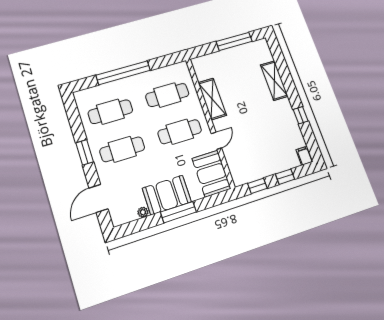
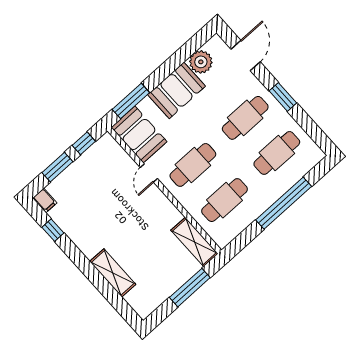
window: (234, 41) -> (190, 288), moved
shelving: (212, 99) -> (194, 242), moved
window: (301, 115) -> (53, 230), moved
window: (285, 177) -> (57, 167), width x1.50
plant: (143, 212) -> (201, 62), width x1.88, depth x1.88
window: (178, 212) -> (131, 101), moved

